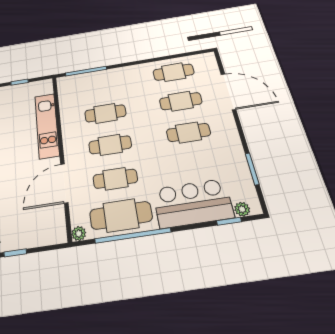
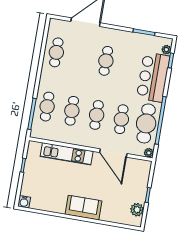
cafe table: (181, 101) -> (47, 107), moved

